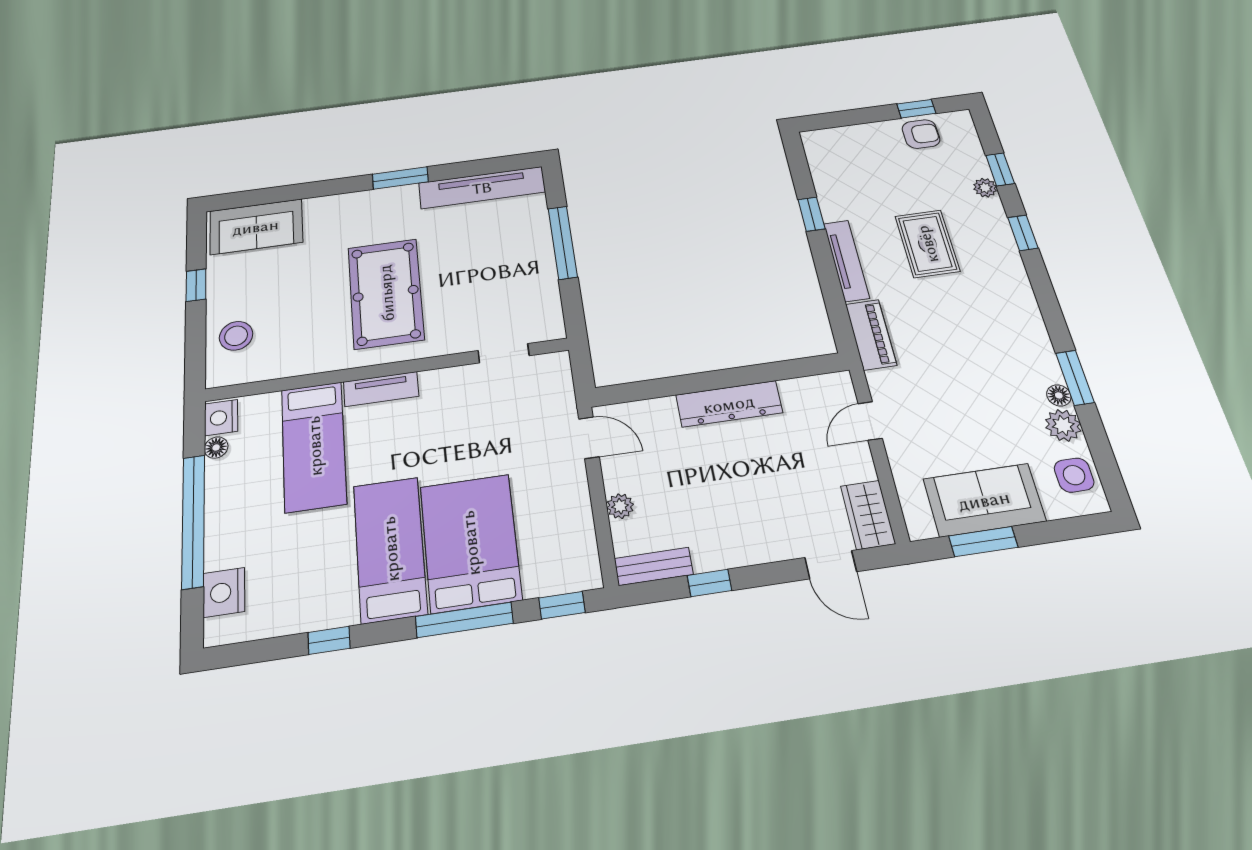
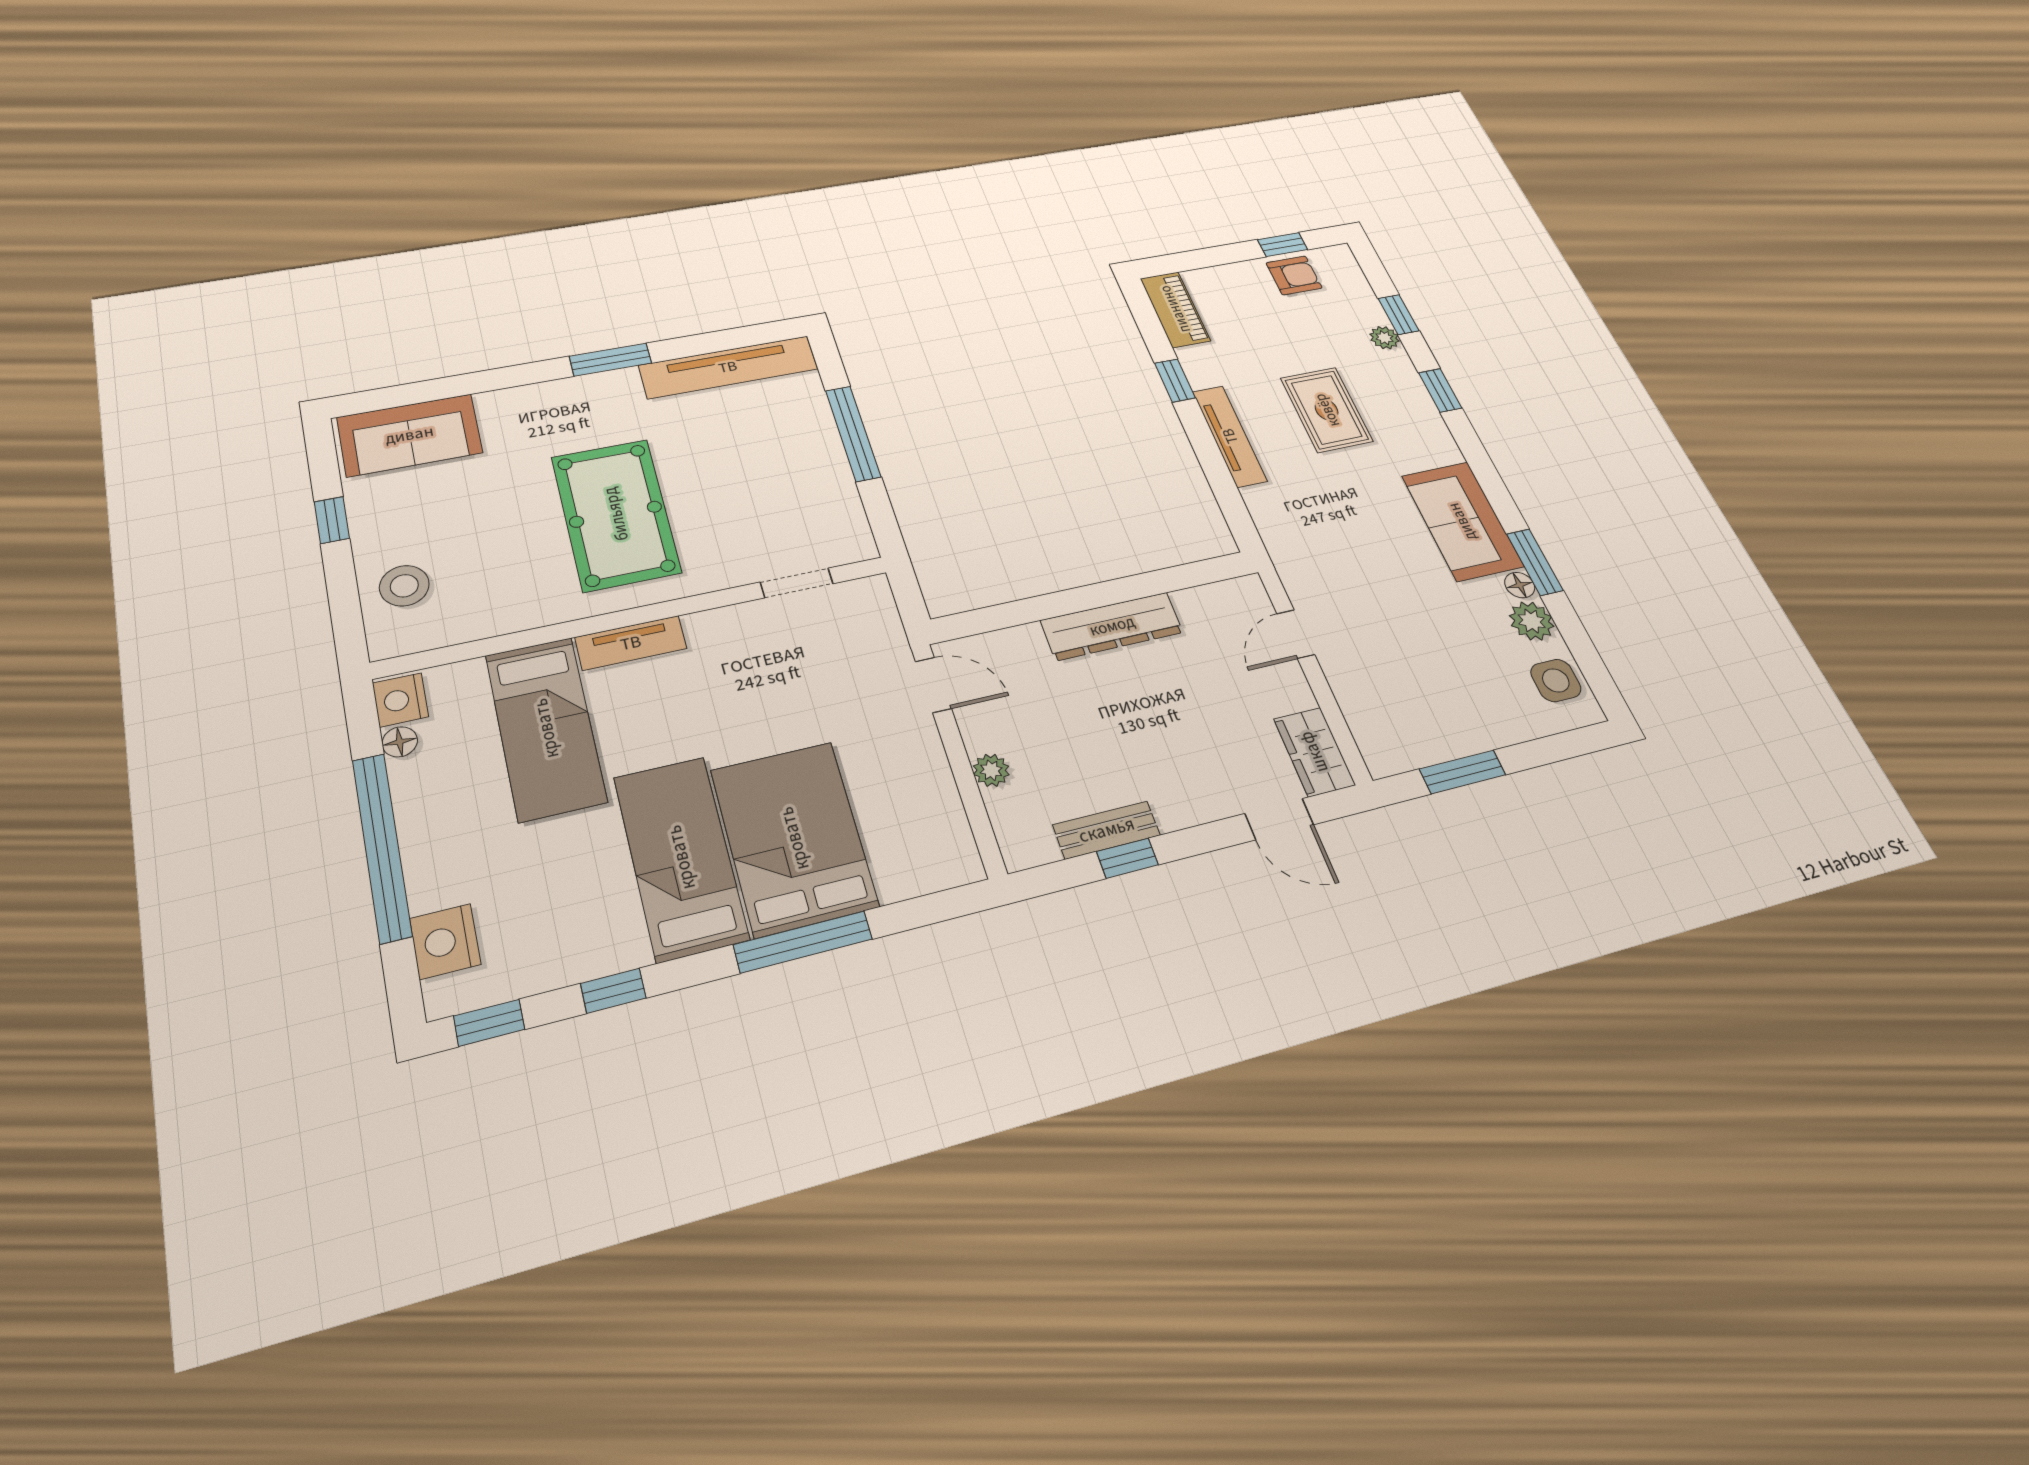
piano: (871, 335) -> (1175, 309), moved
sofa: (984, 500) -> (1462, 521), moved, turned -90
bench: (654, 566) -> (1107, 830), moved
window: (562, 605) -> (489, 1023), moved

